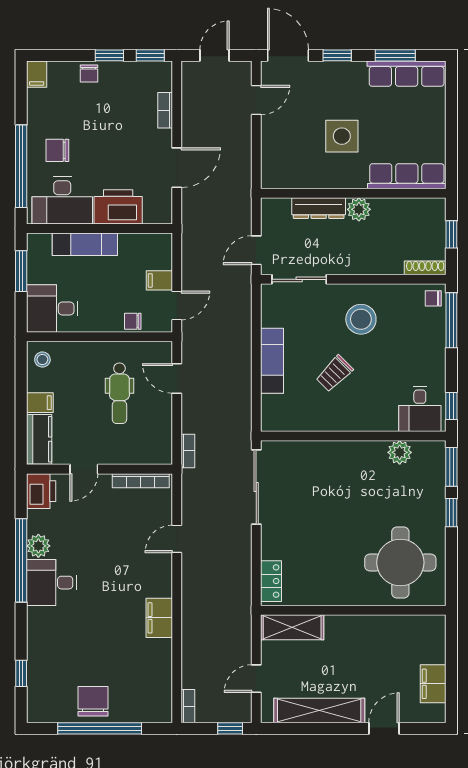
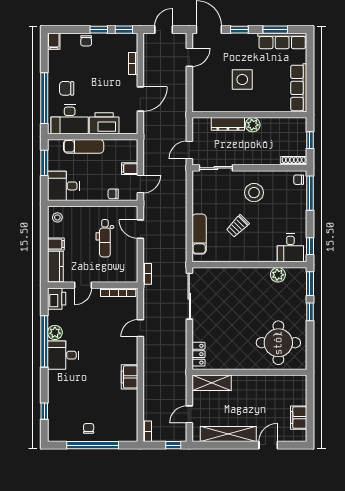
row of seats: (407, 176) -> (299, 88), moved, turned -90
exam couch: (272, 361) -> (199, 234), moved
chair: (93, 701) -> (89, 428), width x0.54, depth x0.54

